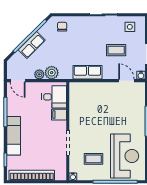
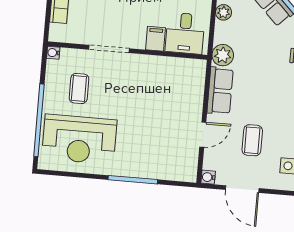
plant: (52, 73) -> (223, 55), moved
door: (126, 81) -> (203, 135), moved

